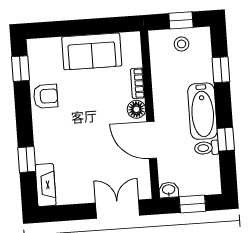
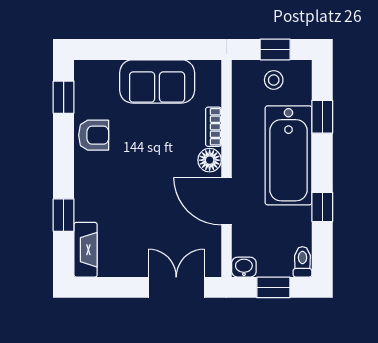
bathtub: (203, 111) -> (288, 155), width x1.36, depth x1.36
toilet: (207, 148) -> (302, 262), moved, turned 90

